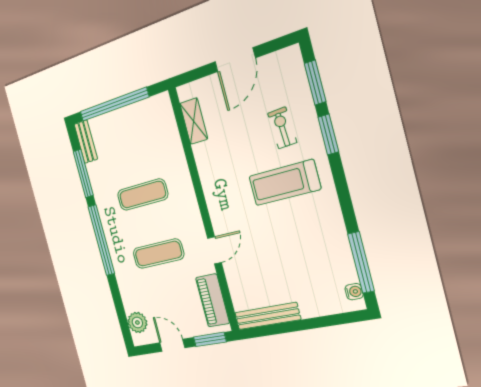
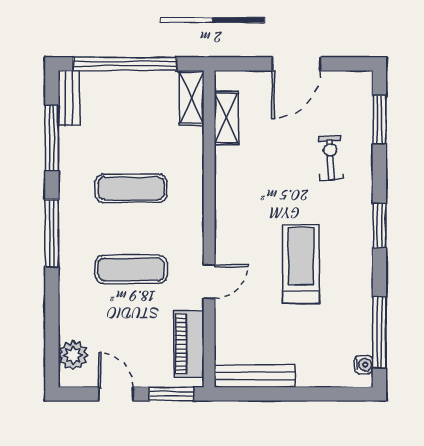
shelving: (165, 114) -> (192, 98), added
window: (328, 134) -> (379, 226), moved
treadmill: (284, 183) -> (301, 264), moved, turned 90
window: (101, 240) -> (52, 233), width x0.68

